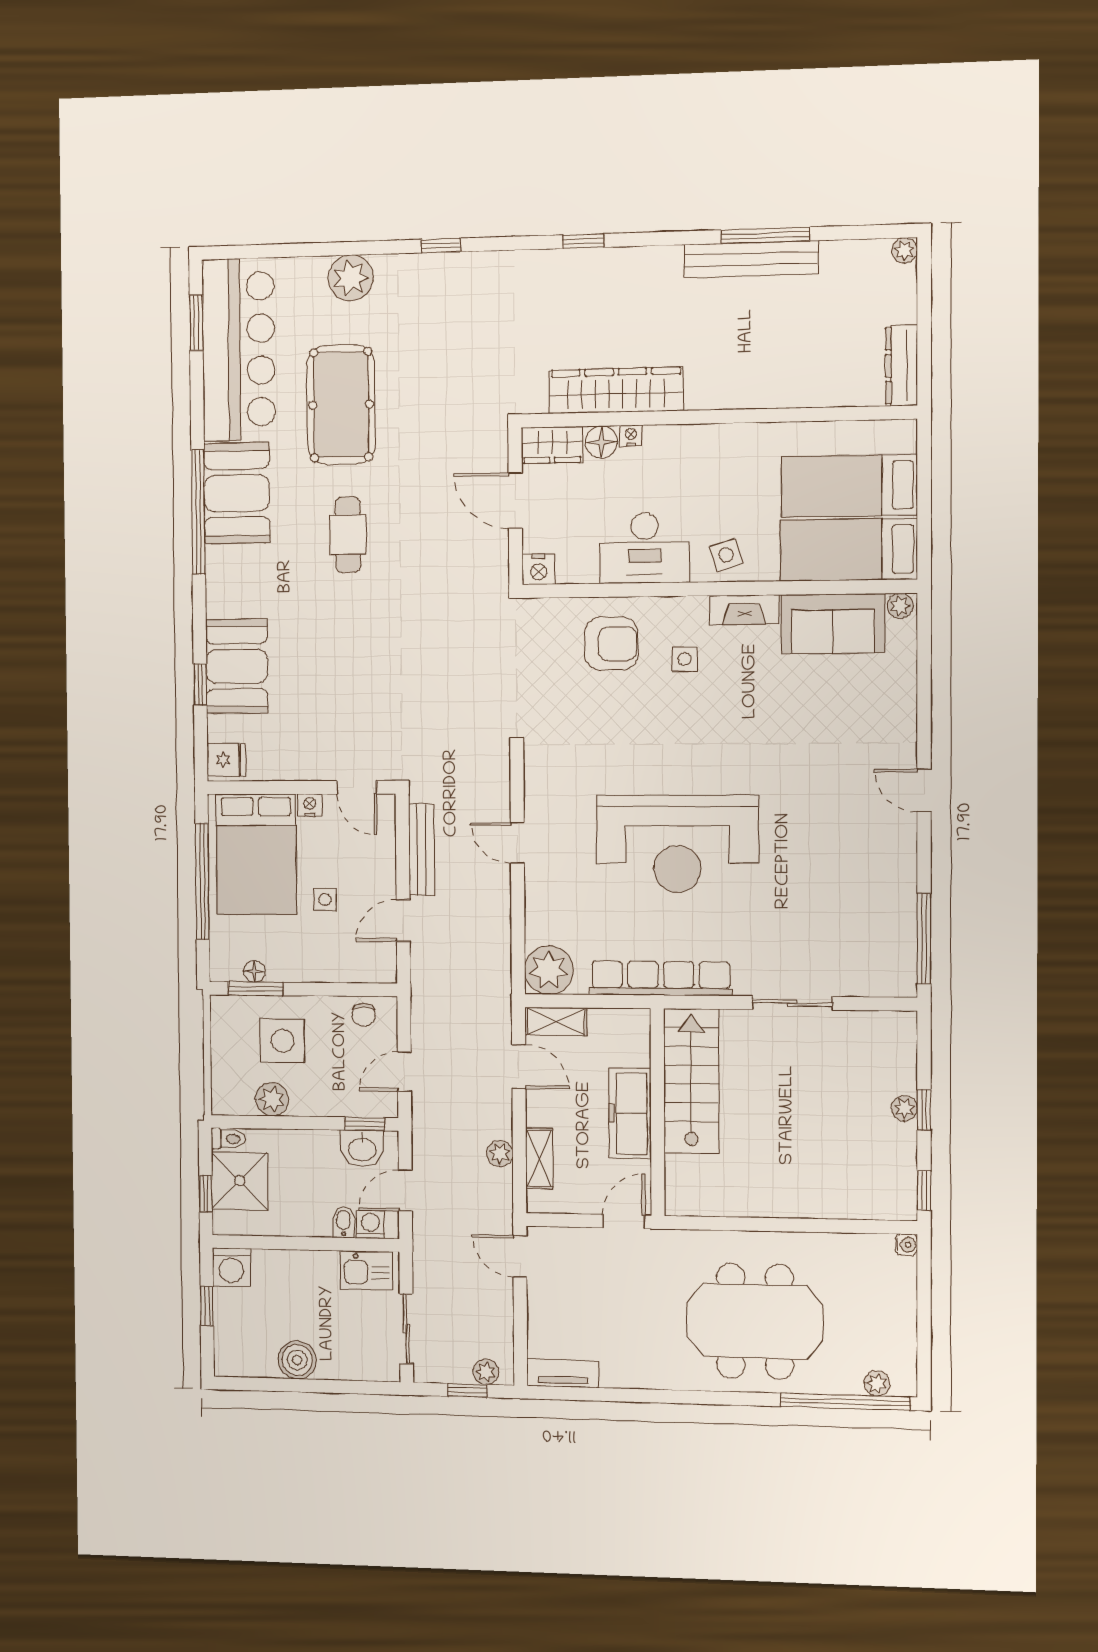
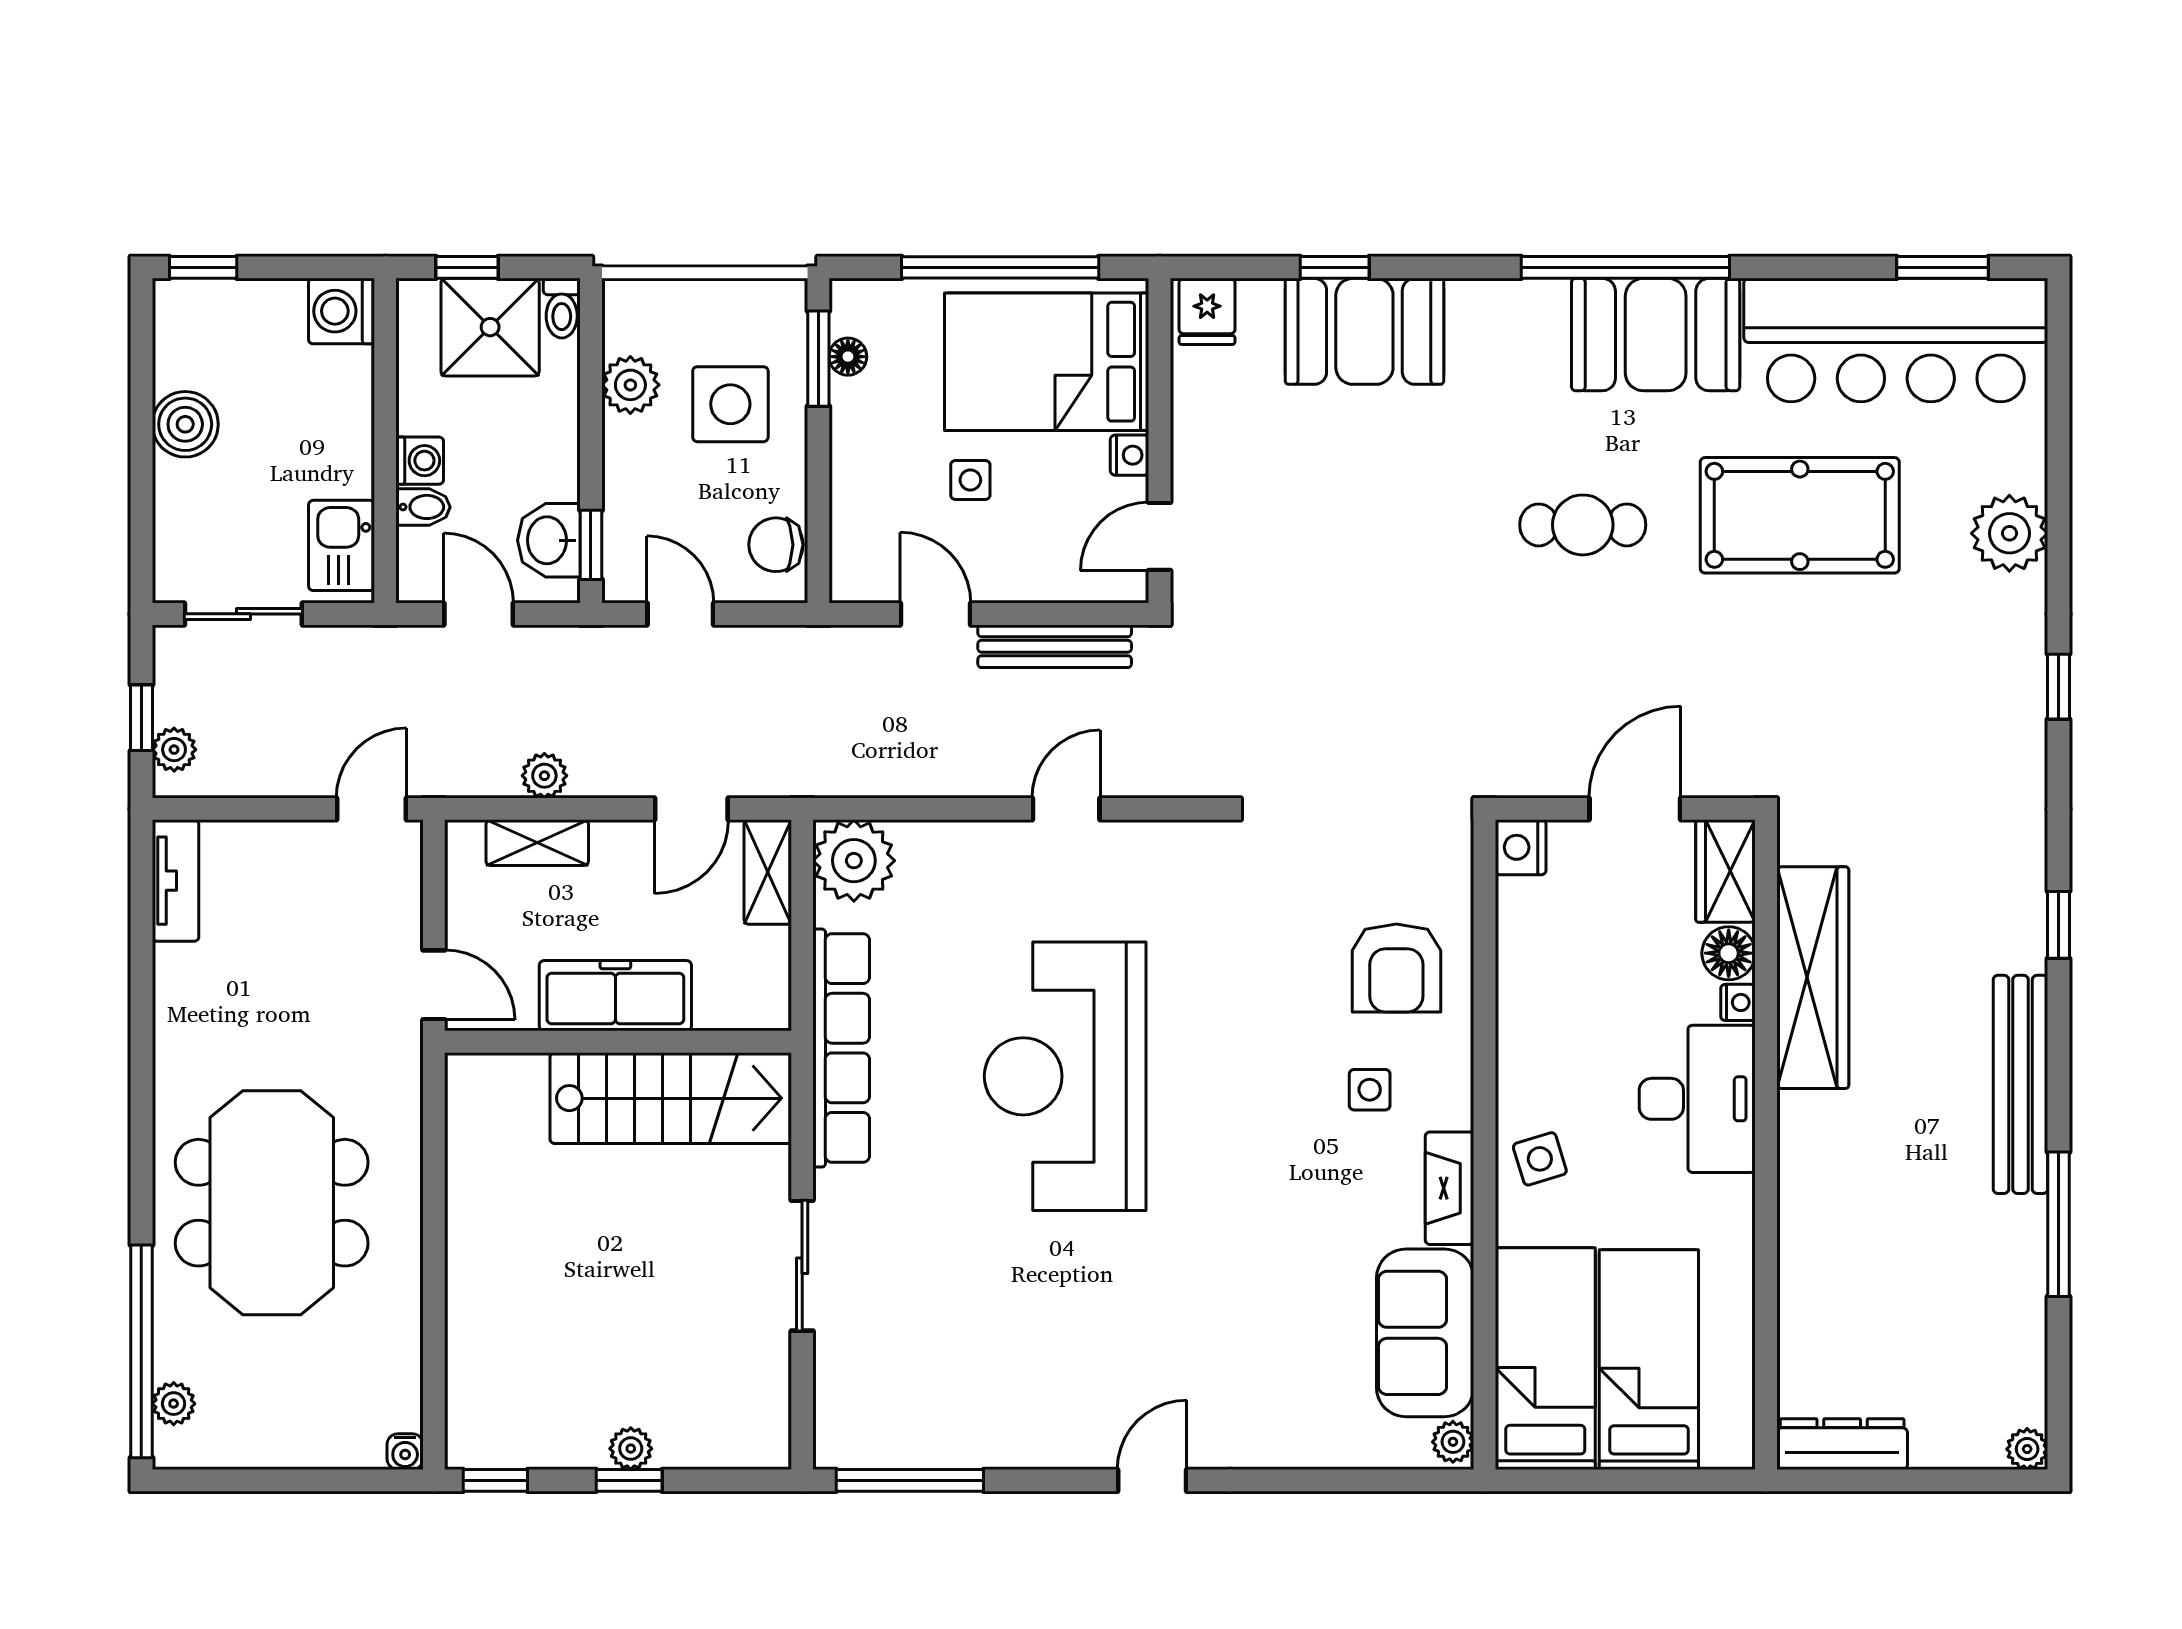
bench: (751, 259) -> (2021, 1084), moved
desk: (645, 548) -> (1697, 1099), moved, turned 180
chair: (364, 1015) -> (776, 545), width x1.37, depth x1.37
washing machine: (370, 1225) -> (420, 461), moved
window: (207, 1306) -> (203, 267), moved

